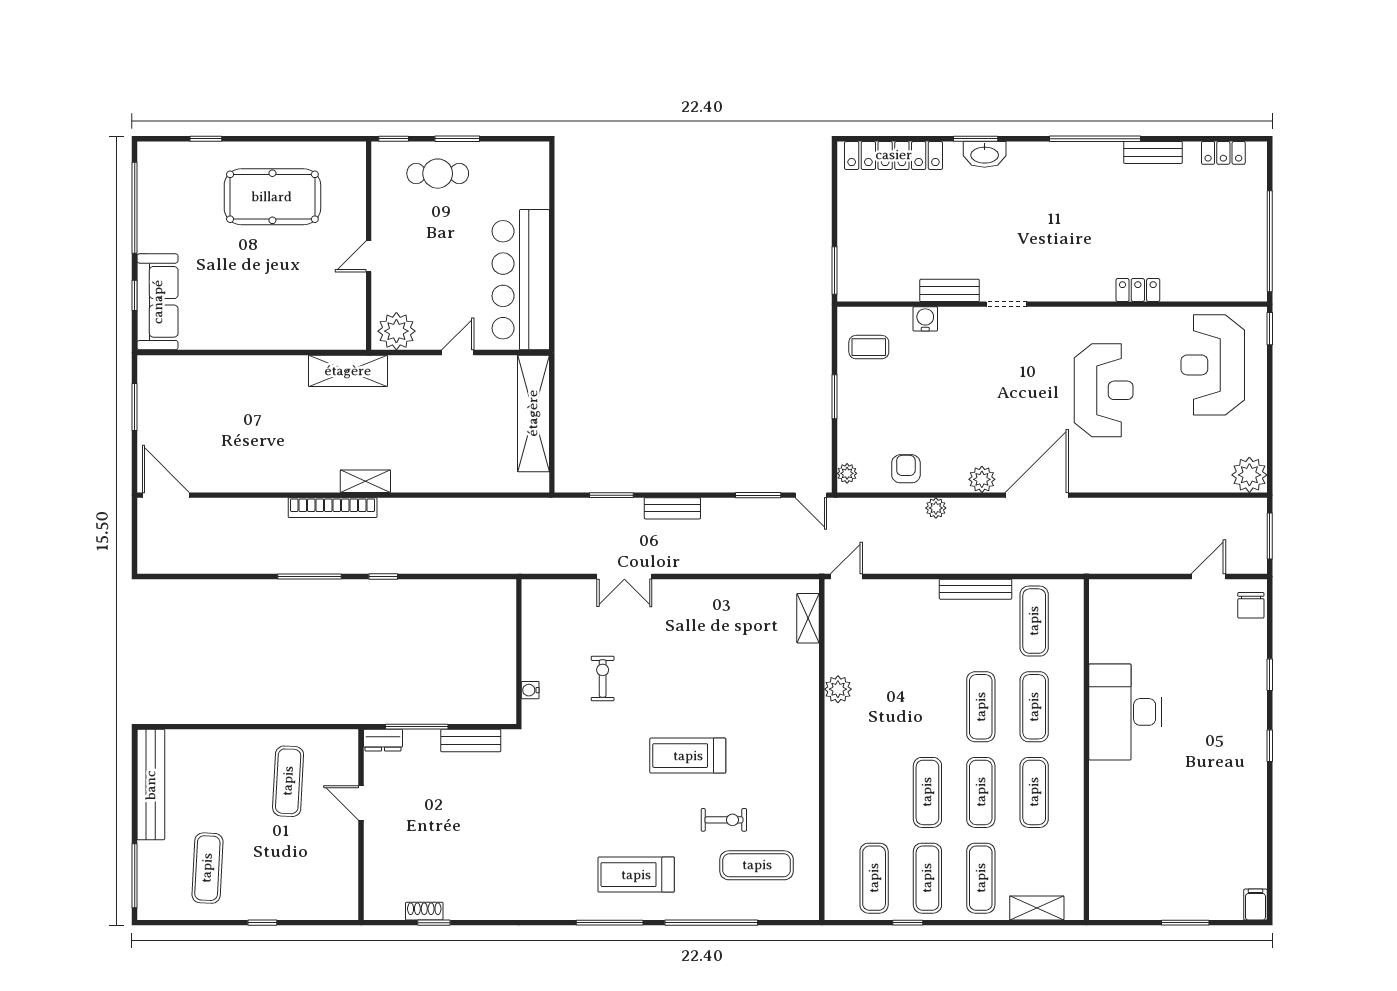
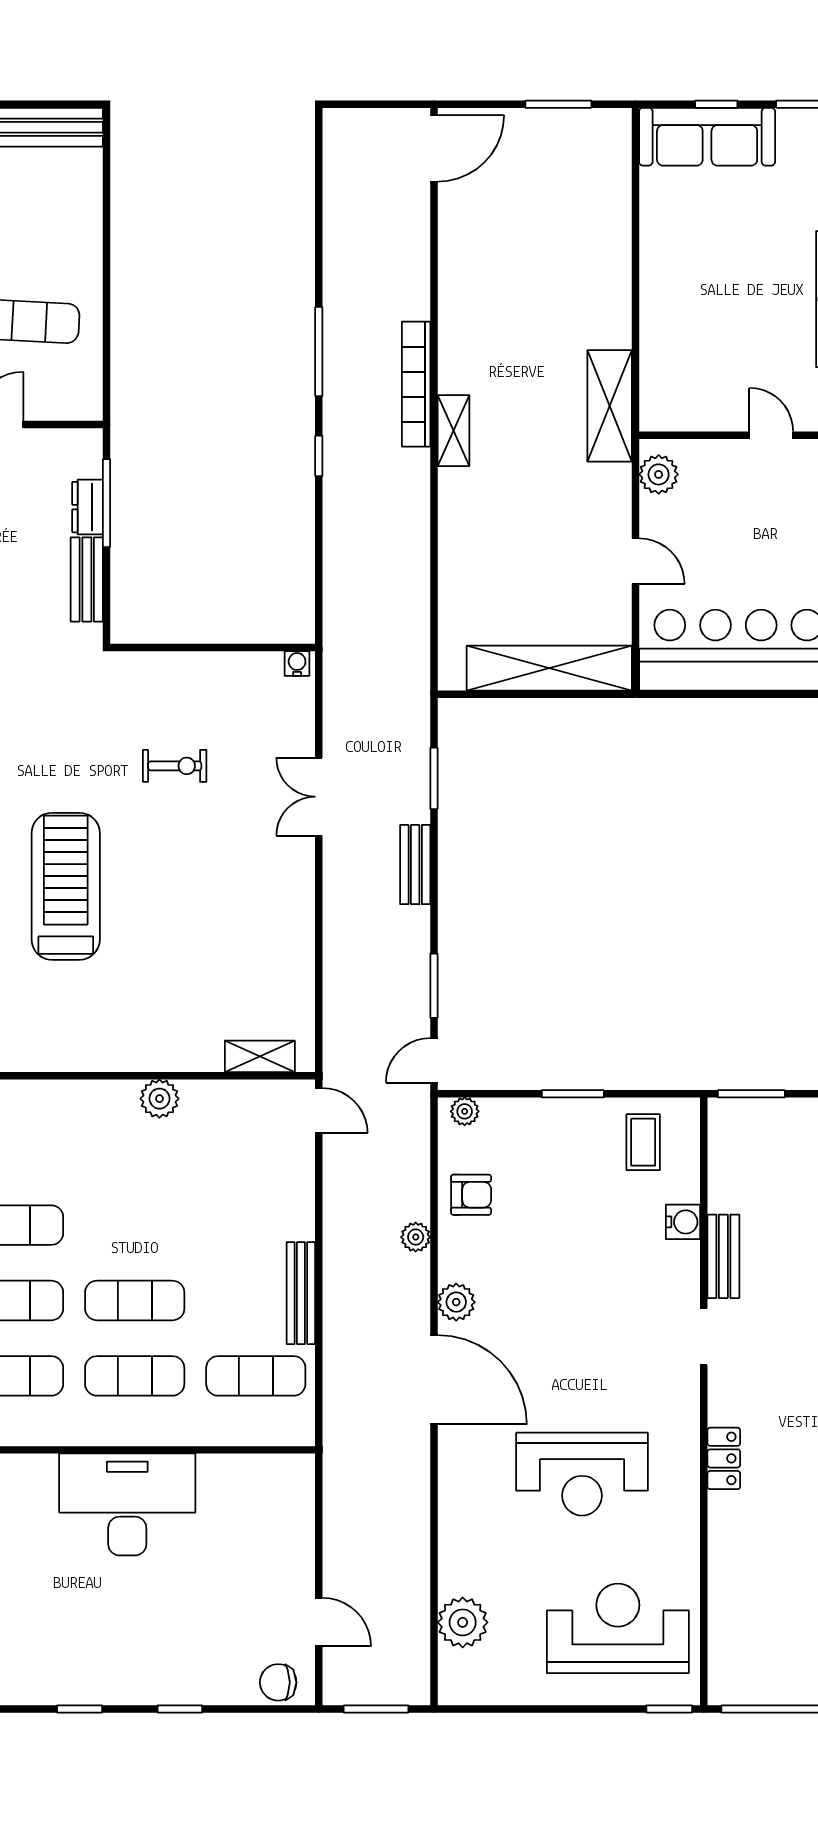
locker: (1138, 290) -> (724, 1458), moved
plant: (396, 331) -> (659, 474), width x0.73, depth x0.73
plant: (1249, 475) -> (463, 1622), moved
water cooler: (530, 690) -> (297, 663), moved
dresser: (383, 740) -> (87, 507), moved
treadmill: (688, 756) -> (66, 886), width x1.37, depth x1.37

